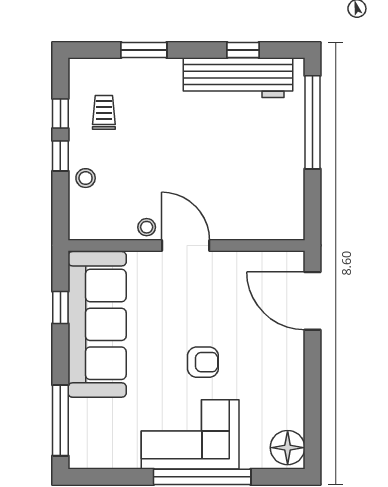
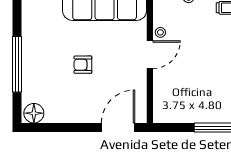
armchair: (203, 362) -> (83, 65), turned 90
corner sofa: (190, 434) -> (41, 57), removed

